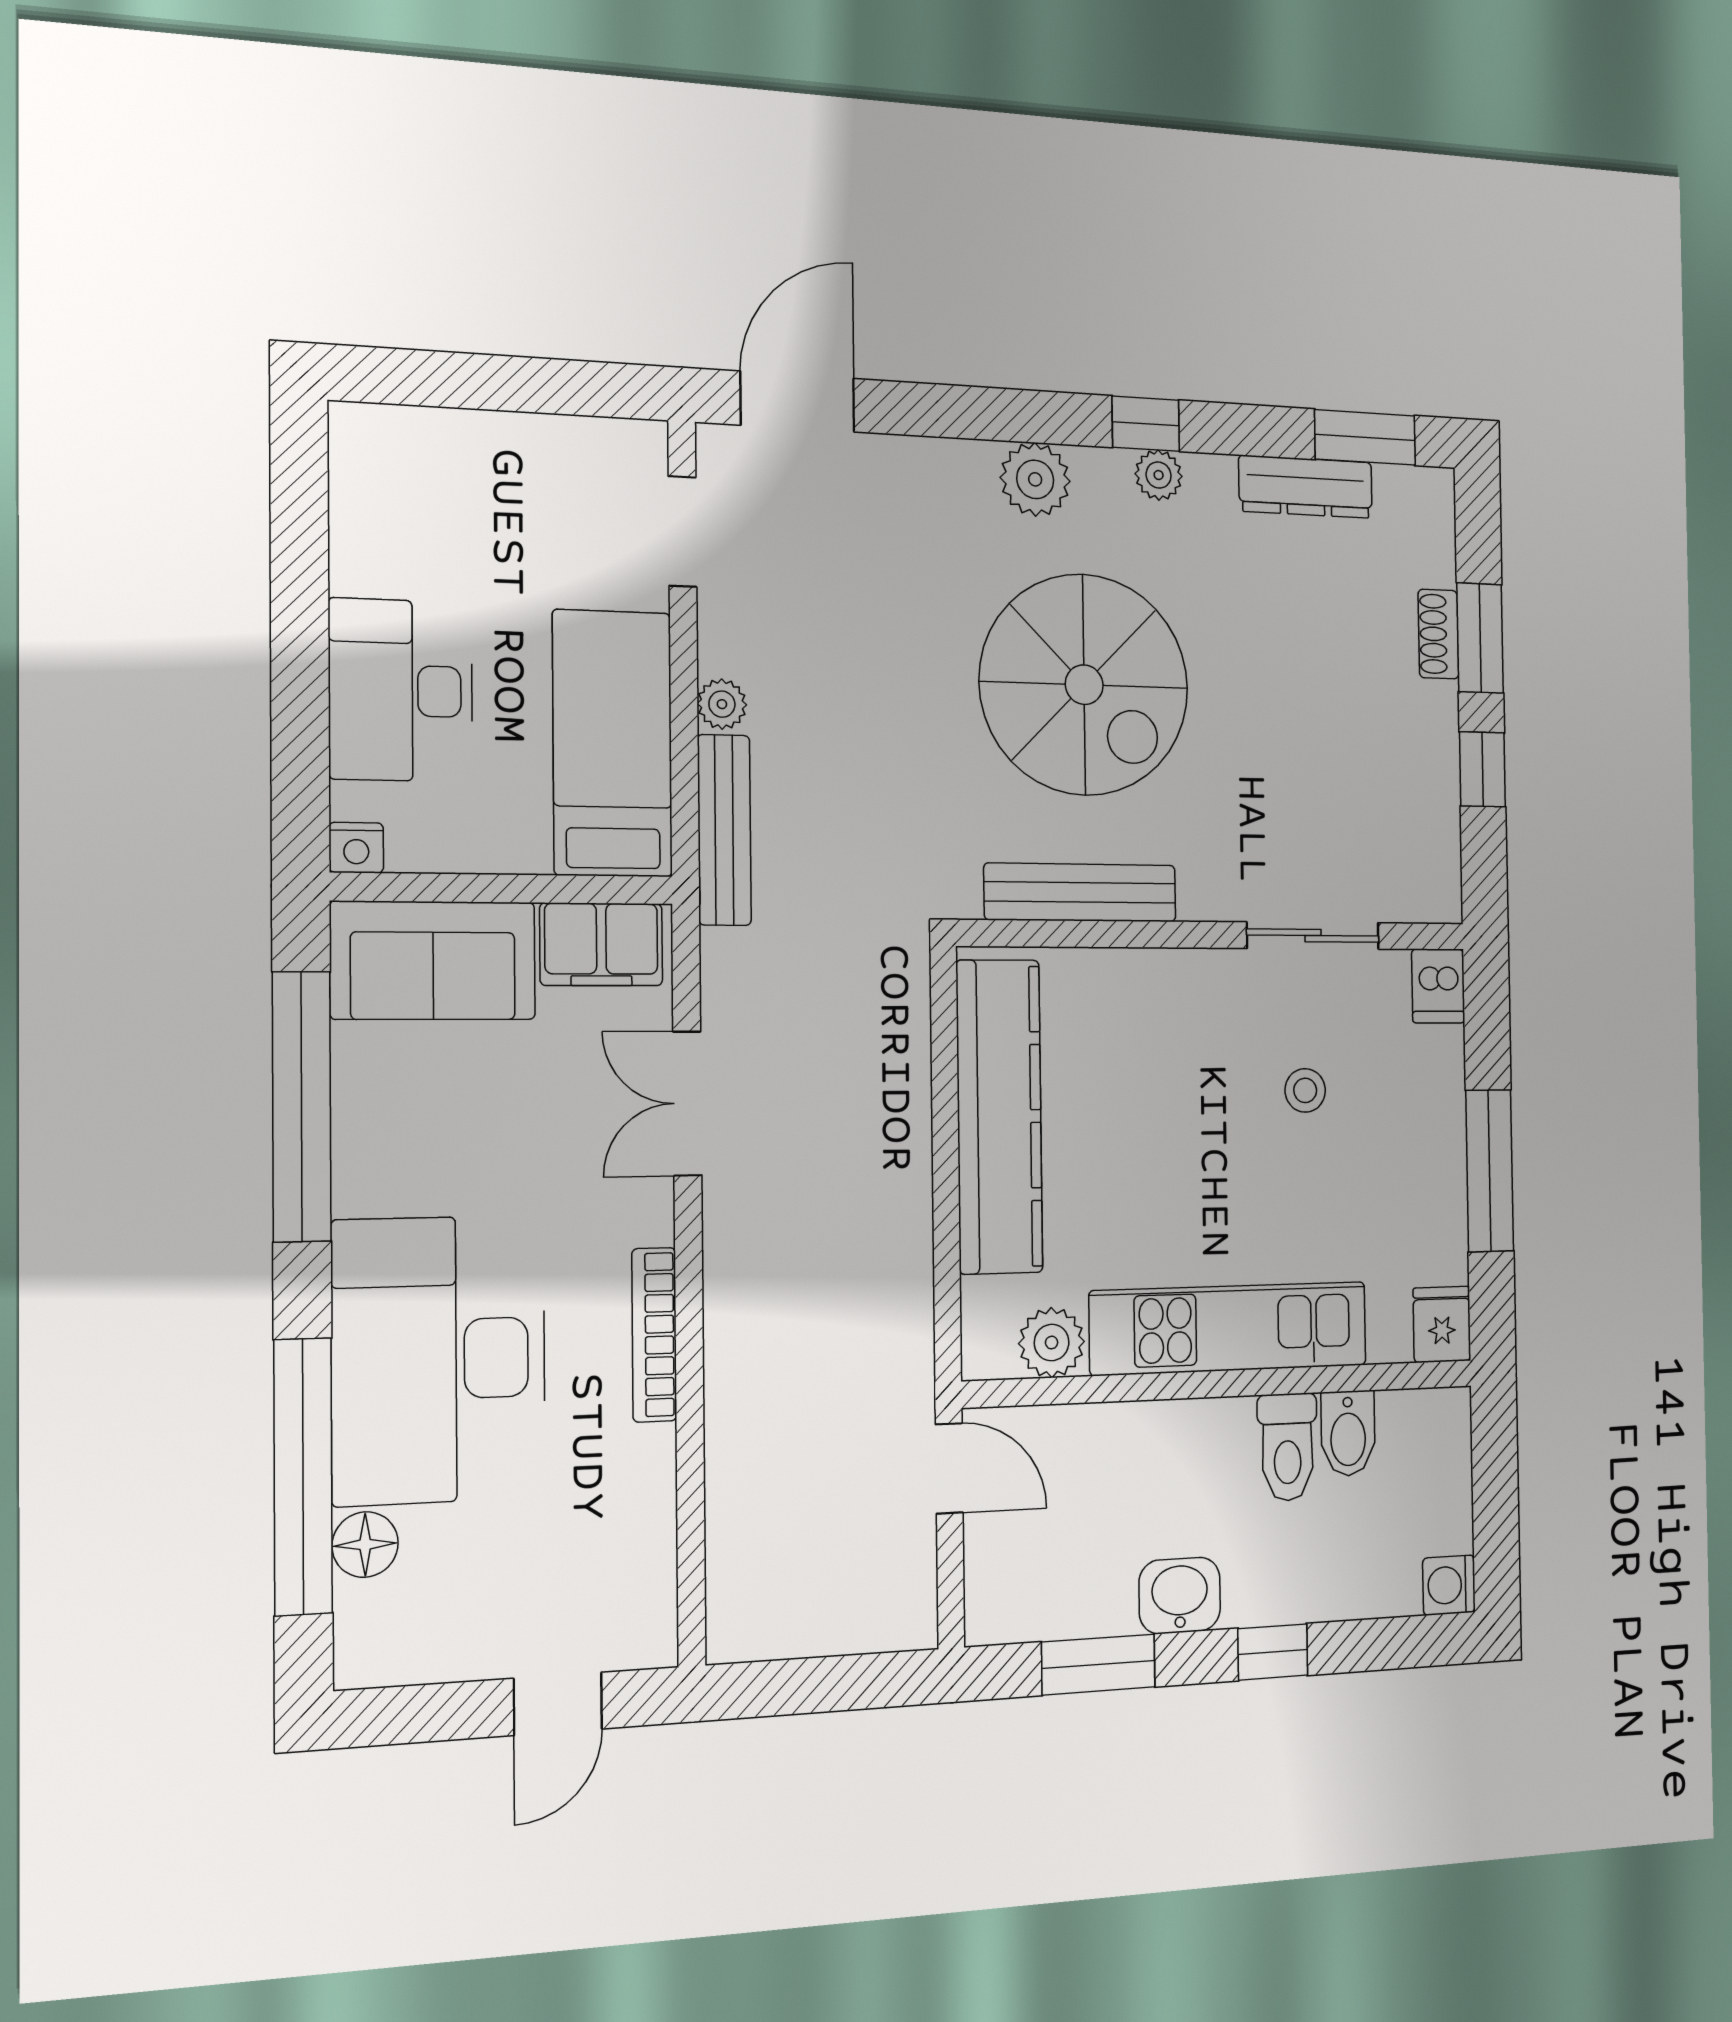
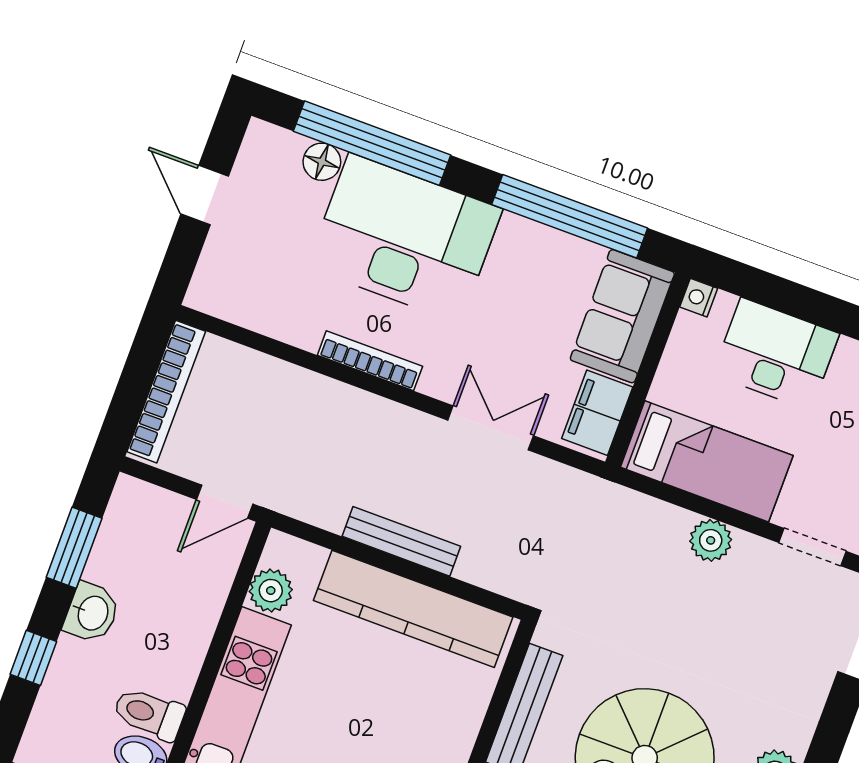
plant: (722, 704) -> (711, 540), width x1.38, depth x1.38
bench: (724, 830) -> (401, 541), moved
bookcase: (819, 1631) -> (166, 392), added
door: (558, 1704) -> (205, 195), moved

